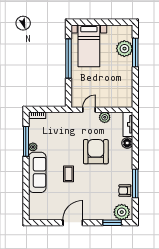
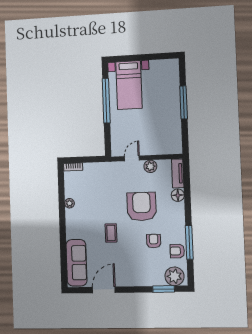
plant: (124, 49) -> (170, 86), removed
window: (135, 52) -> (184, 102), moved
window: (26, 141) -> (62, 197), removed
sofa: (37, 172) -> (76, 263), moved
armchair: (105, 182) -> (154, 241), added
door: (73, 223) -> (104, 290), moved

